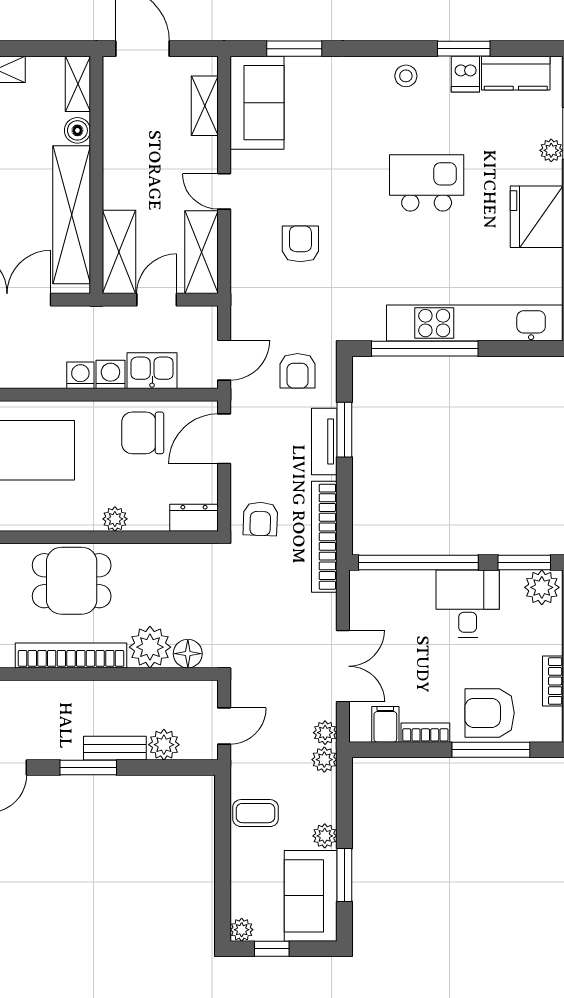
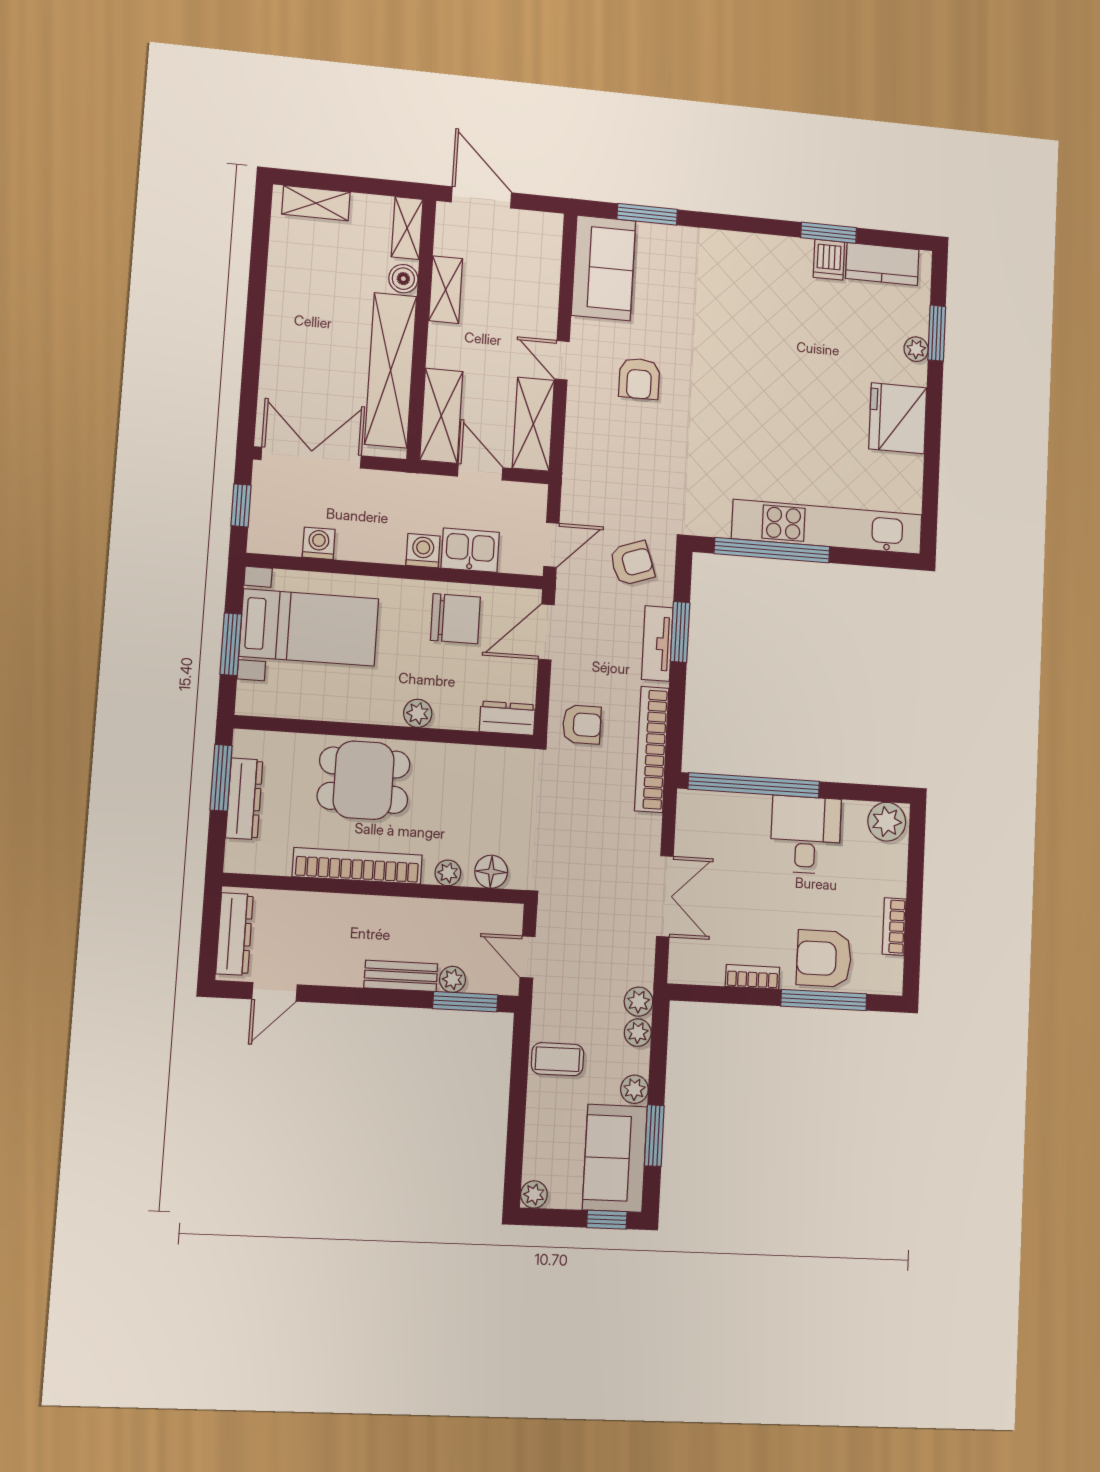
stool: (406, 76) -> (766, 255), removed
shelving: (205, 106) -> (446, 290), moved
kitchen island: (427, 183) -> (782, 371), removed
armchair: (300, 244) -> (639, 379), moved, turned 180
door: (157, 300) -> (480, 472), hinge flipped
armchair: (298, 371) -> (632, 563), turned -109
washing machine: (80, 375) -> (319, 543), moved
chair: (143, 433) -> (455, 619), turned 180
armchair: (260, 519) -> (582, 724), turned -92
window: (524, 563) -> (869, 793), removed
plant: (150, 647) -> (448, 873), width x0.53, depth x0.53
filing cabinet: (385, 724) -> (709, 965), removed
door: (224, 726) -> (528, 957), swing flipped
plant: (325, 733) -> (638, 1033), moved
plant: (164, 745) -> (452, 979), width x0.73, depth x0.73
window: (88, 768) -> (465, 1002), moved
window: (272, 949) -> (607, 1220), moved

